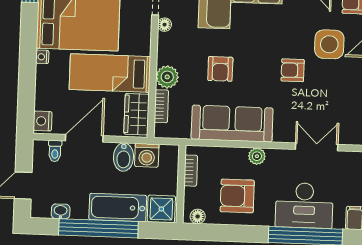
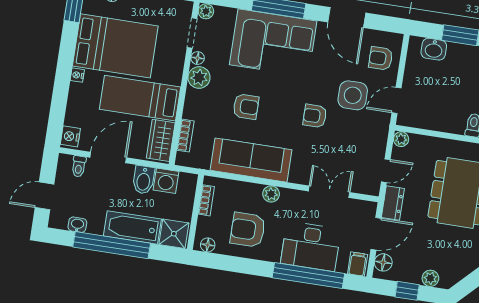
armchair: (220, 69) -> (246, 107), turned -90
plant: (167, 77) -> (199, 78), moved

